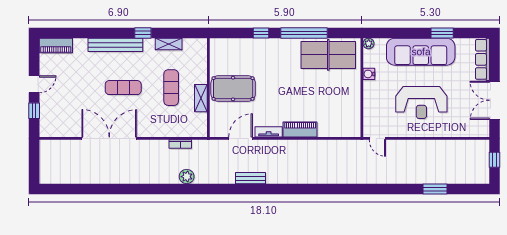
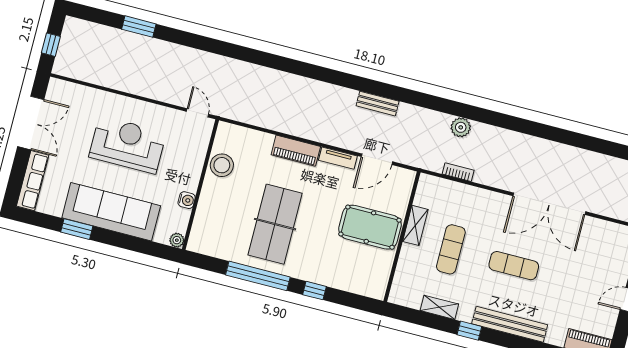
table tennis table: (328, 55) -> (275, 224), moved, turned 90
stool: (350, 105) -> (222, 165), added

